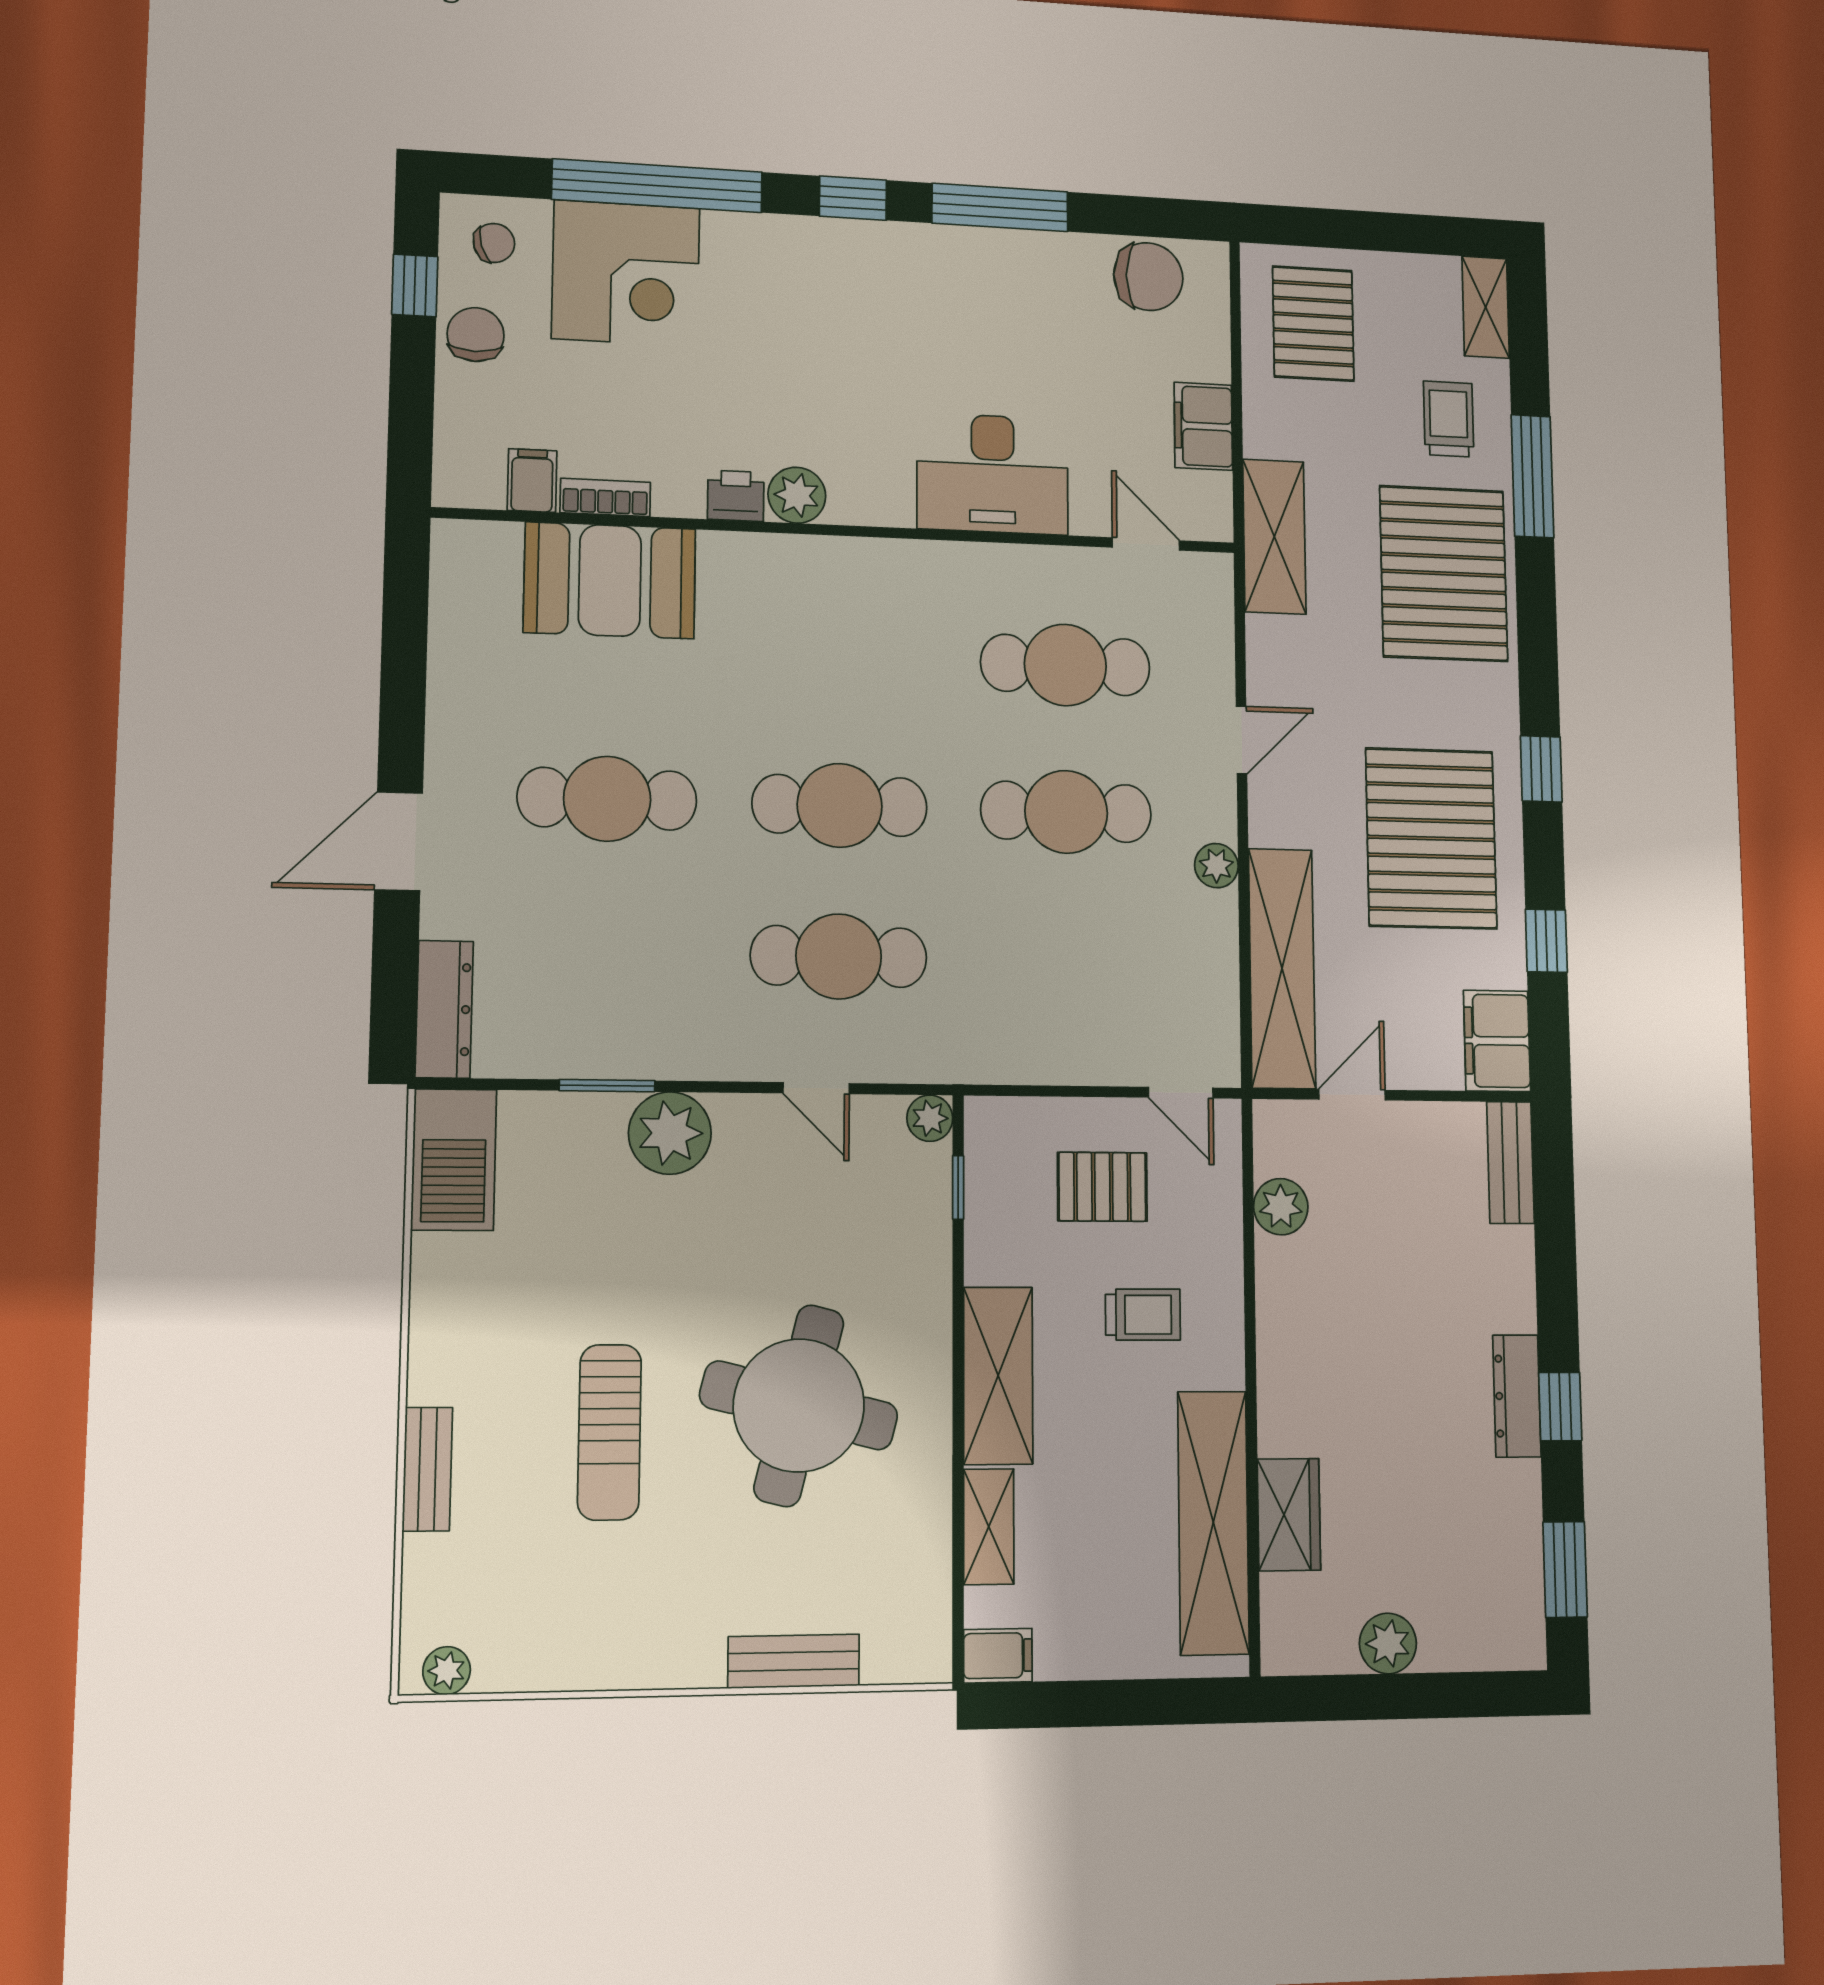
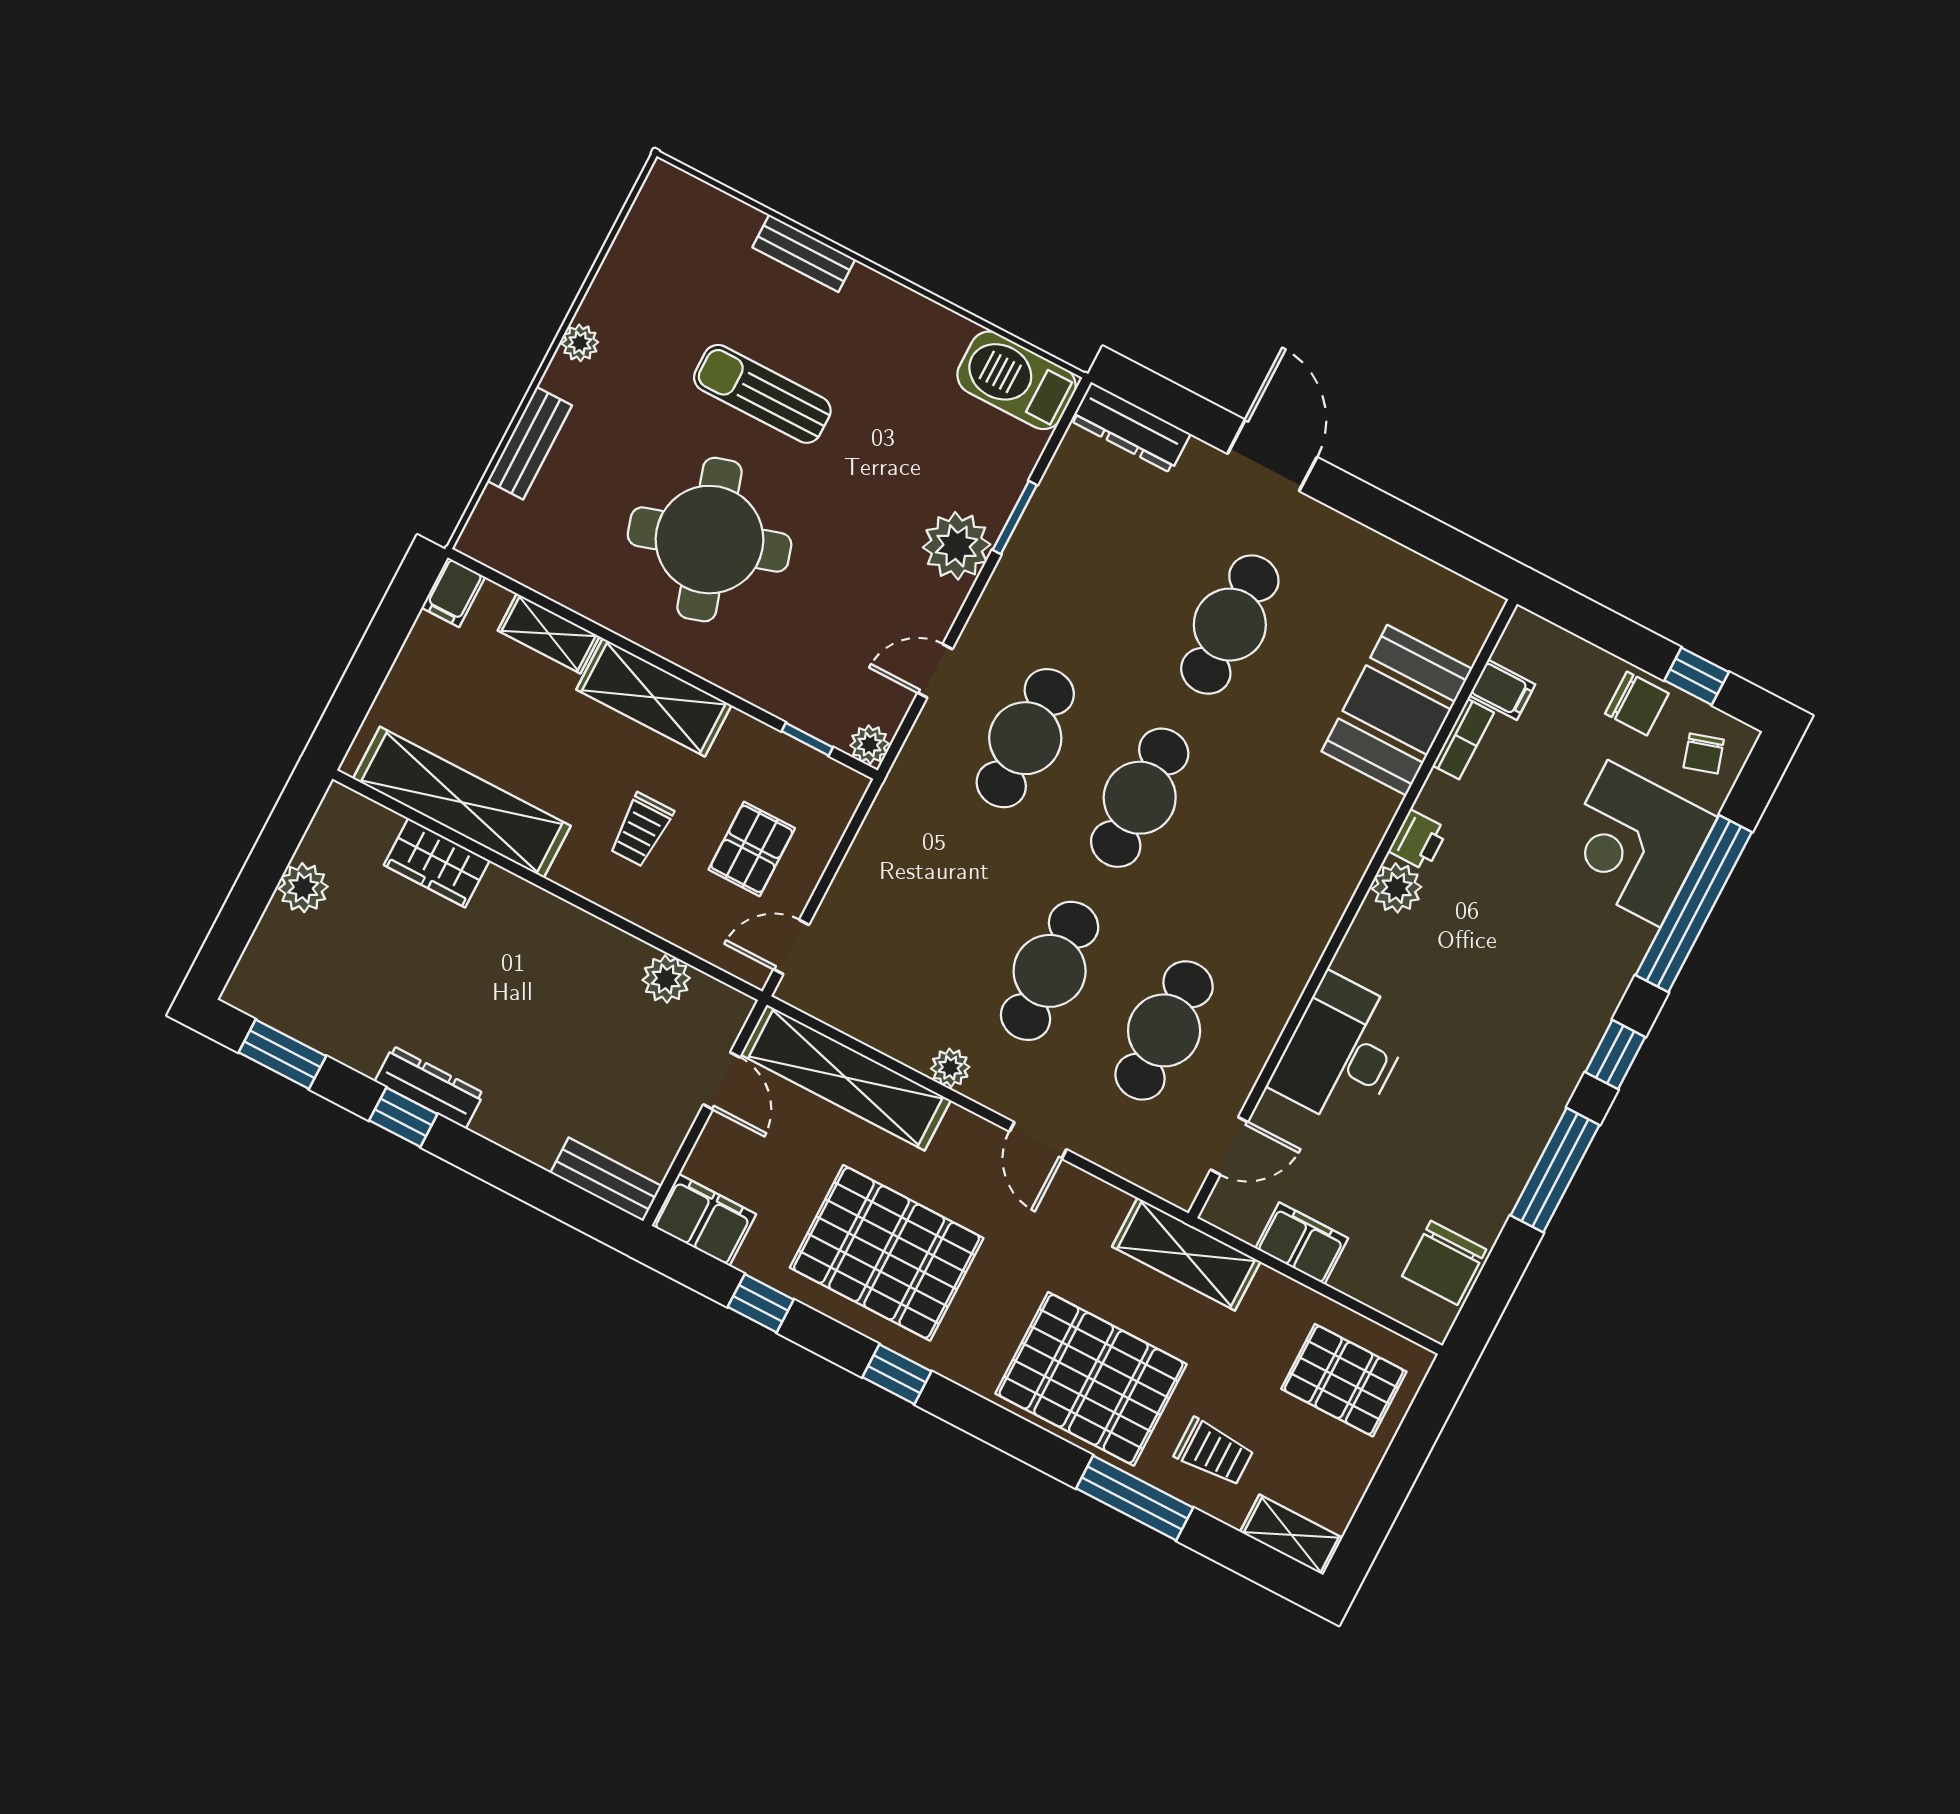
round table: (799, 1405) -> (710, 540), turned -31
plant: (447, 1671) -> (580, 343), moved

